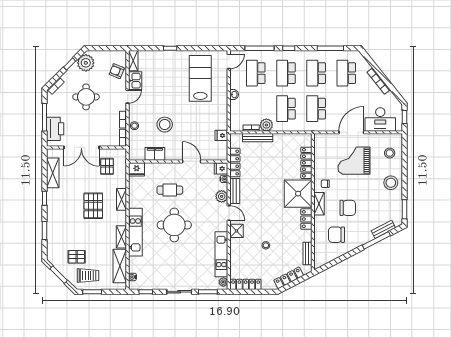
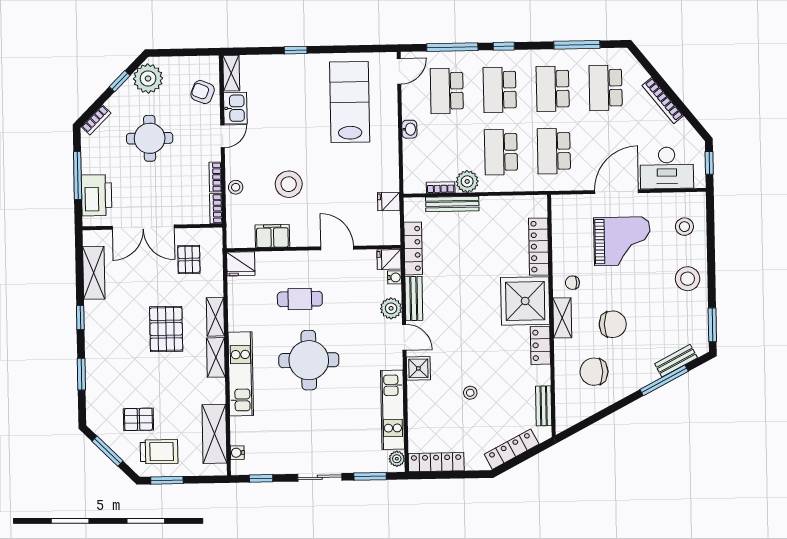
grand piano: (354, 161) -> (622, 241), turned 180
shelving: (121, 237) -> (216, 357), moved

